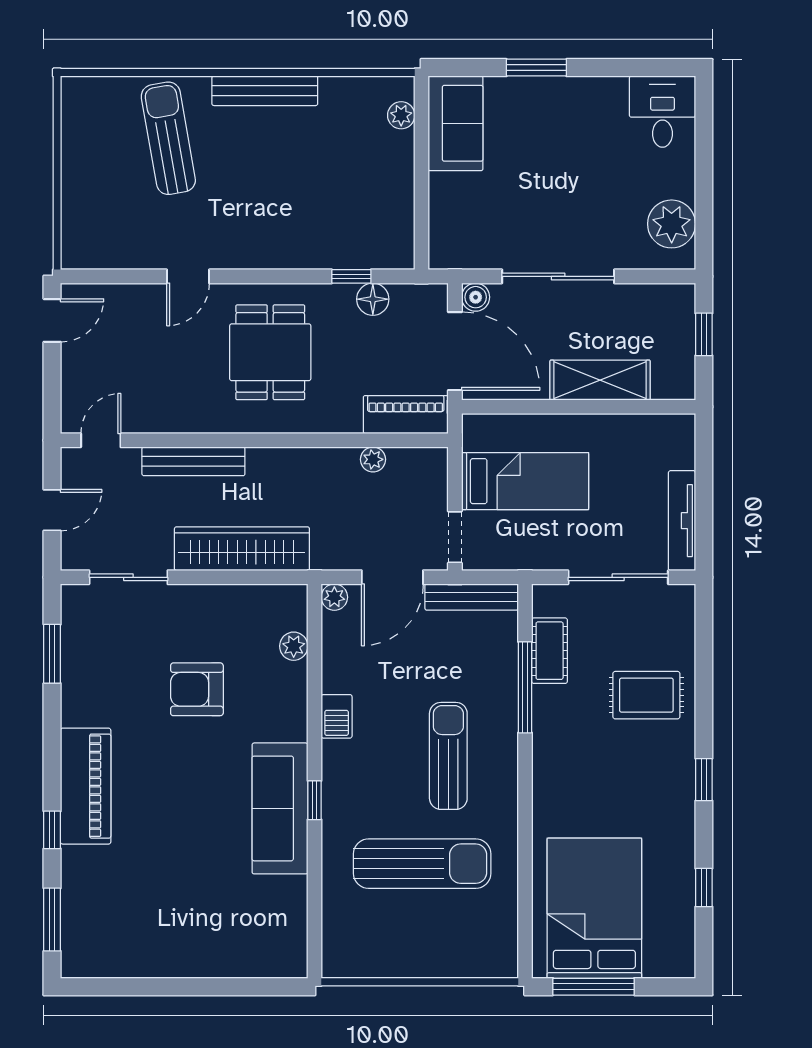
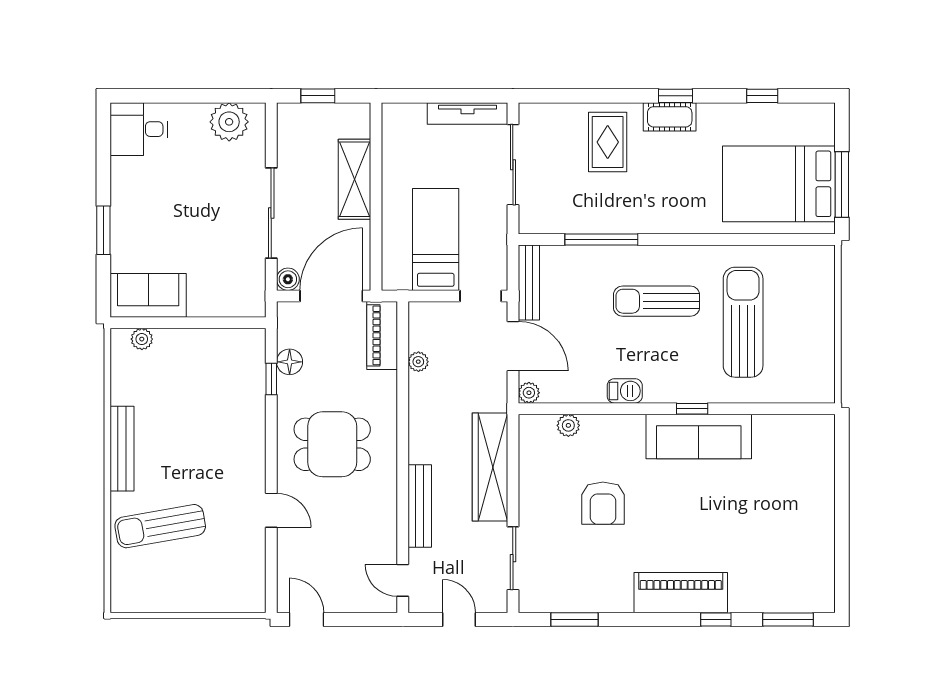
cot: (550, 651) -> (670, 117), moved

